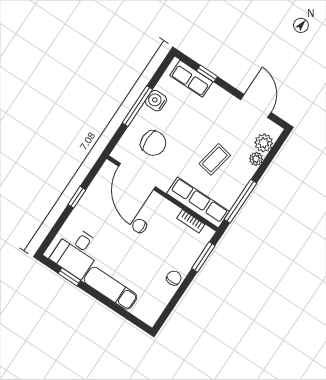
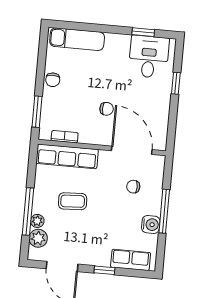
window: (207, 74) -> (104, 270), moved
chair: (153, 143) -> (133, 187), width x0.54, depth x0.54
coffee table: (215, 159) -> (73, 201), turned 76
window: (77, 197) -> (176, 83), moved
window: (240, 201) -> (28, 212), moved
exam couch: (110, 288) -> (77, 39), moved

